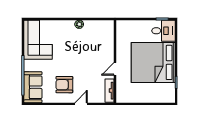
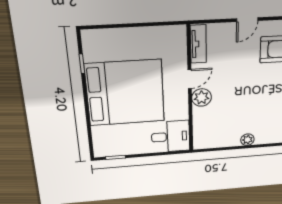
desk: (163, 31) -> (171, 137), moved, turned 180
plant: (108, 56) -> (202, 98), added

